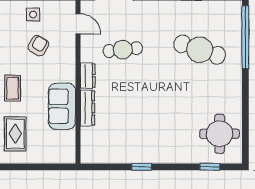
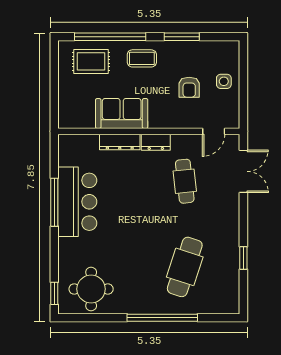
window: (245, 37) -> (162, 318), moved
armchair: (38, 46) -> (189, 87), turned 60
bar counter: (141, 146) -> (77, 202), added
window: (142, 167) -> (54, 202), width x2.17
window: (210, 167) -> (54, 293), moved

